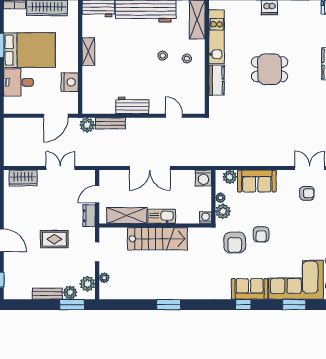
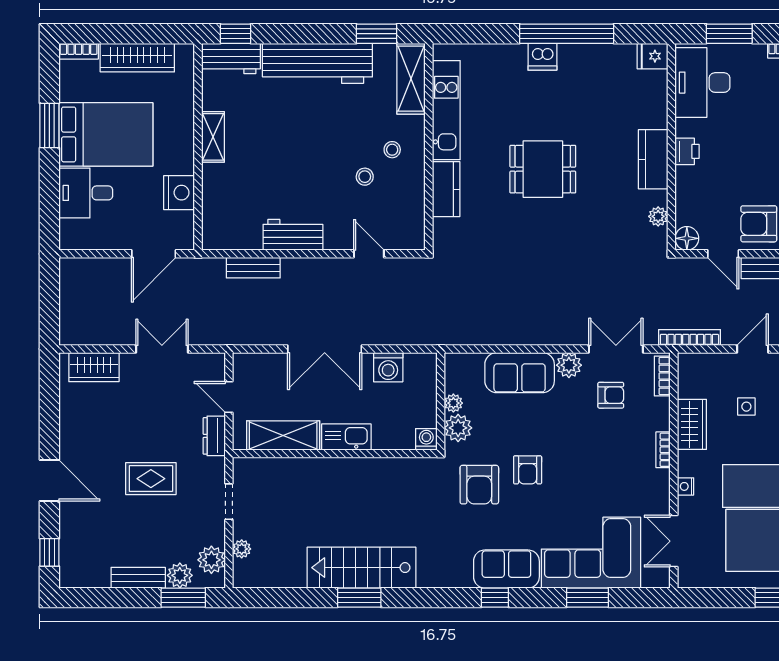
stool: (163, 56) -> (365, 177), moved
plant: (87, 125) -> (211, 271), removed
plant: (230, 177) -> (569, 365), moved
washing machine: (203, 178) -> (388, 367), moved
door: (97, 194) -> (229, 397), hinge flipped
stairs: (157, 239) -> (362, 568), moved, turned 180

